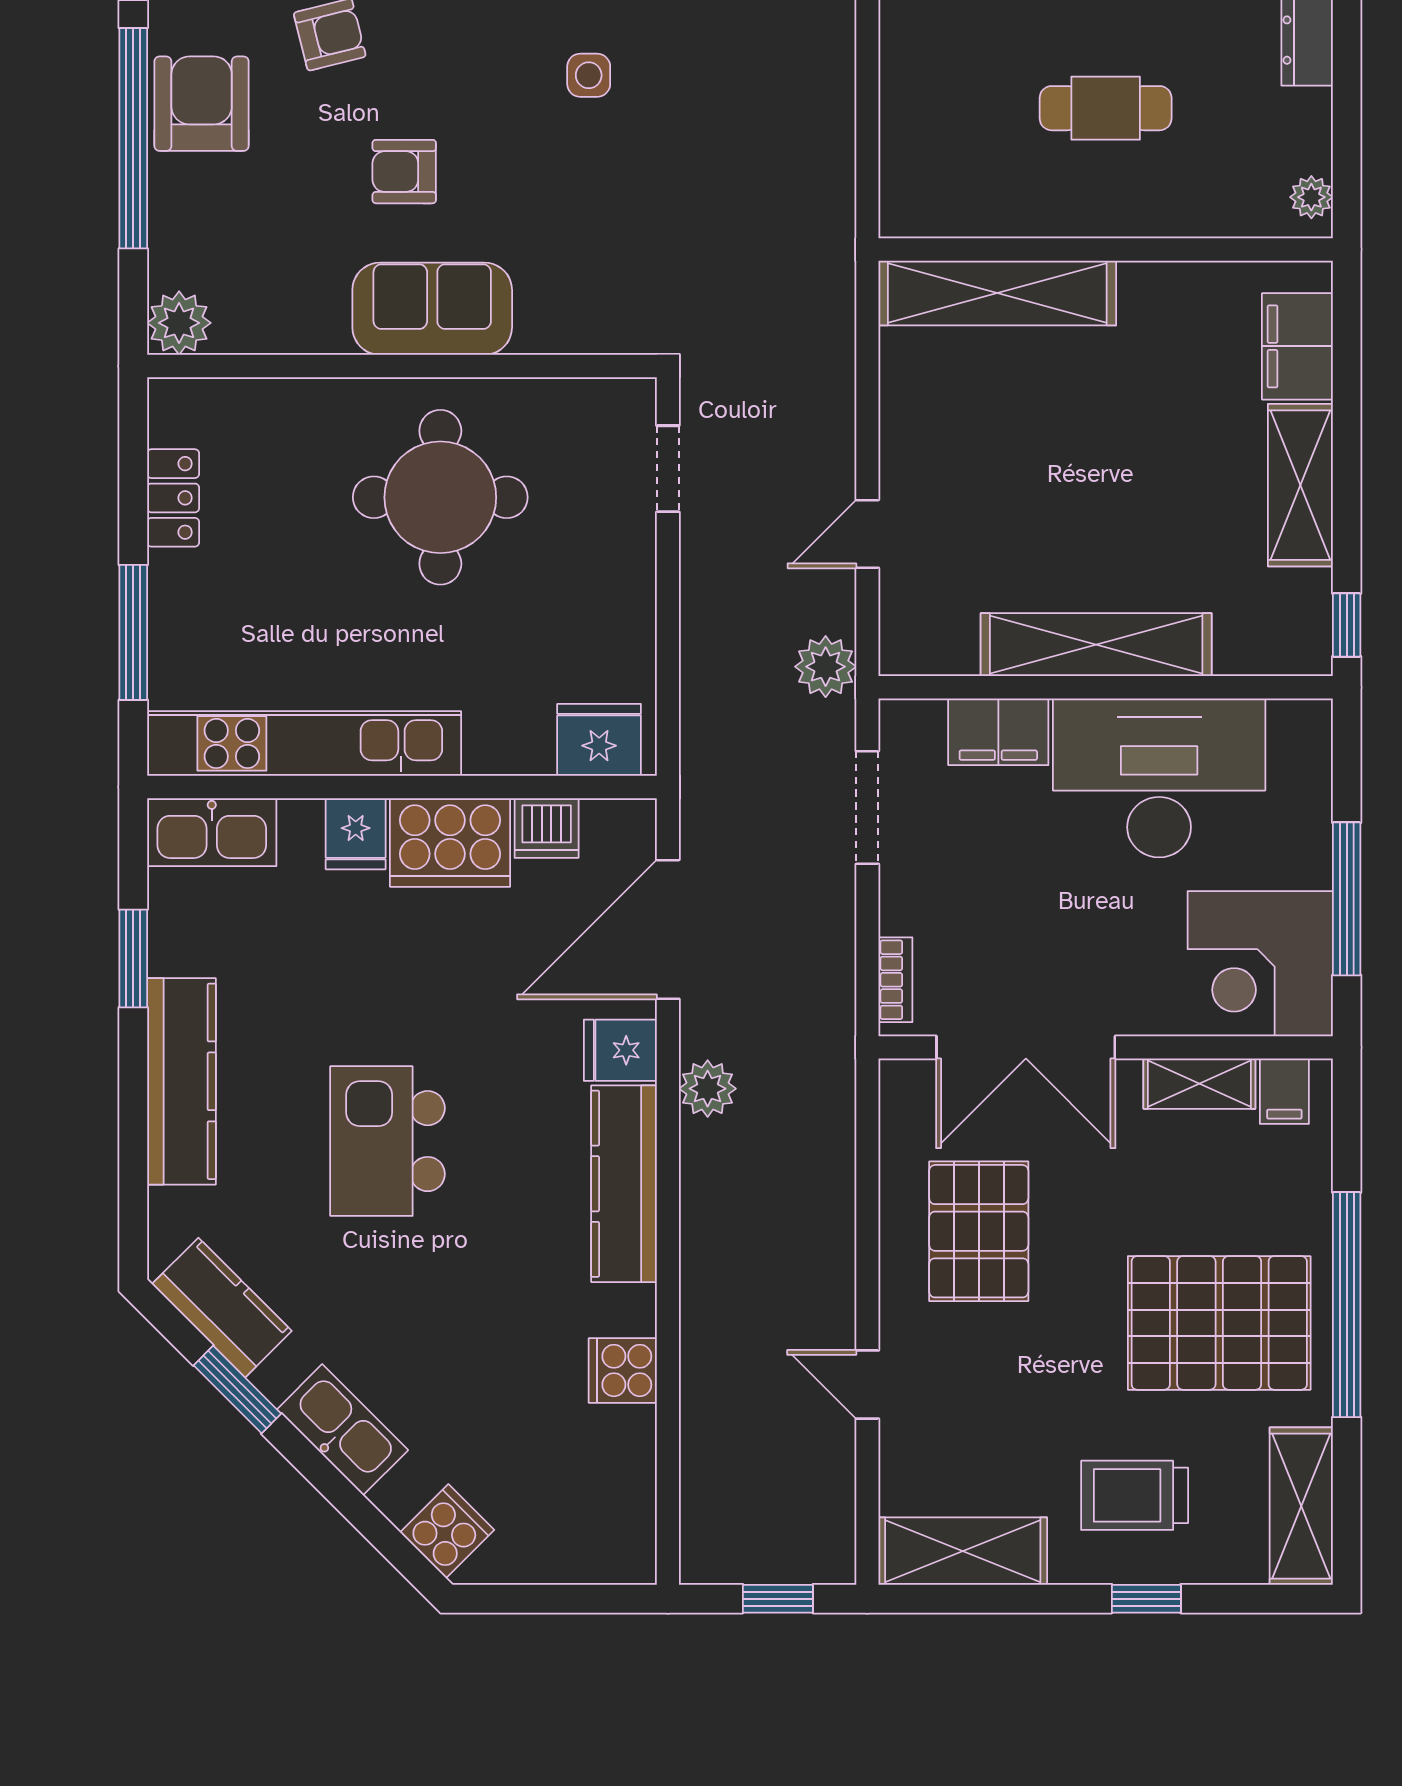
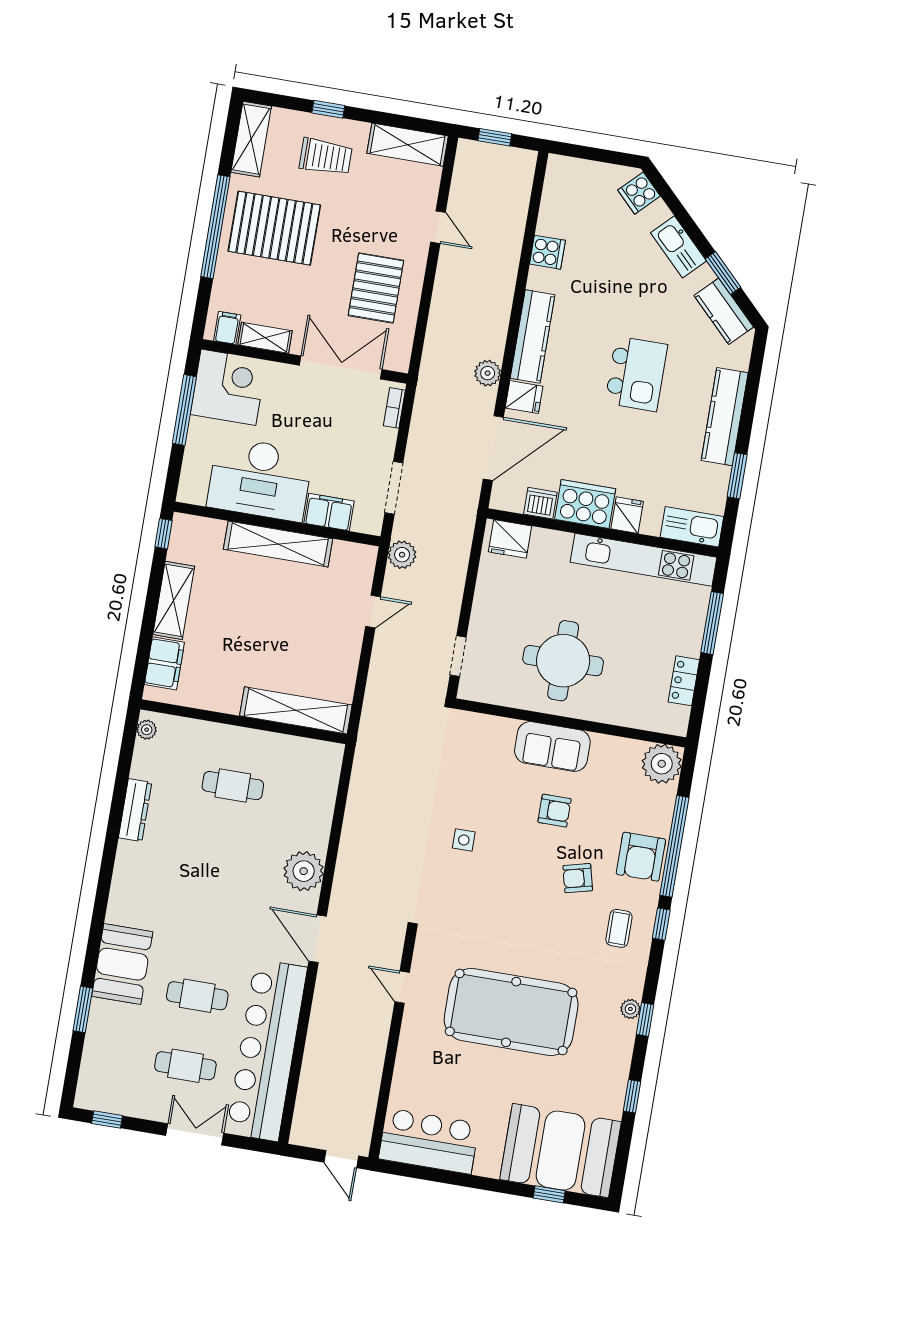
plant: (179, 323) -> (662, 764), width x1.36, depth x1.36

